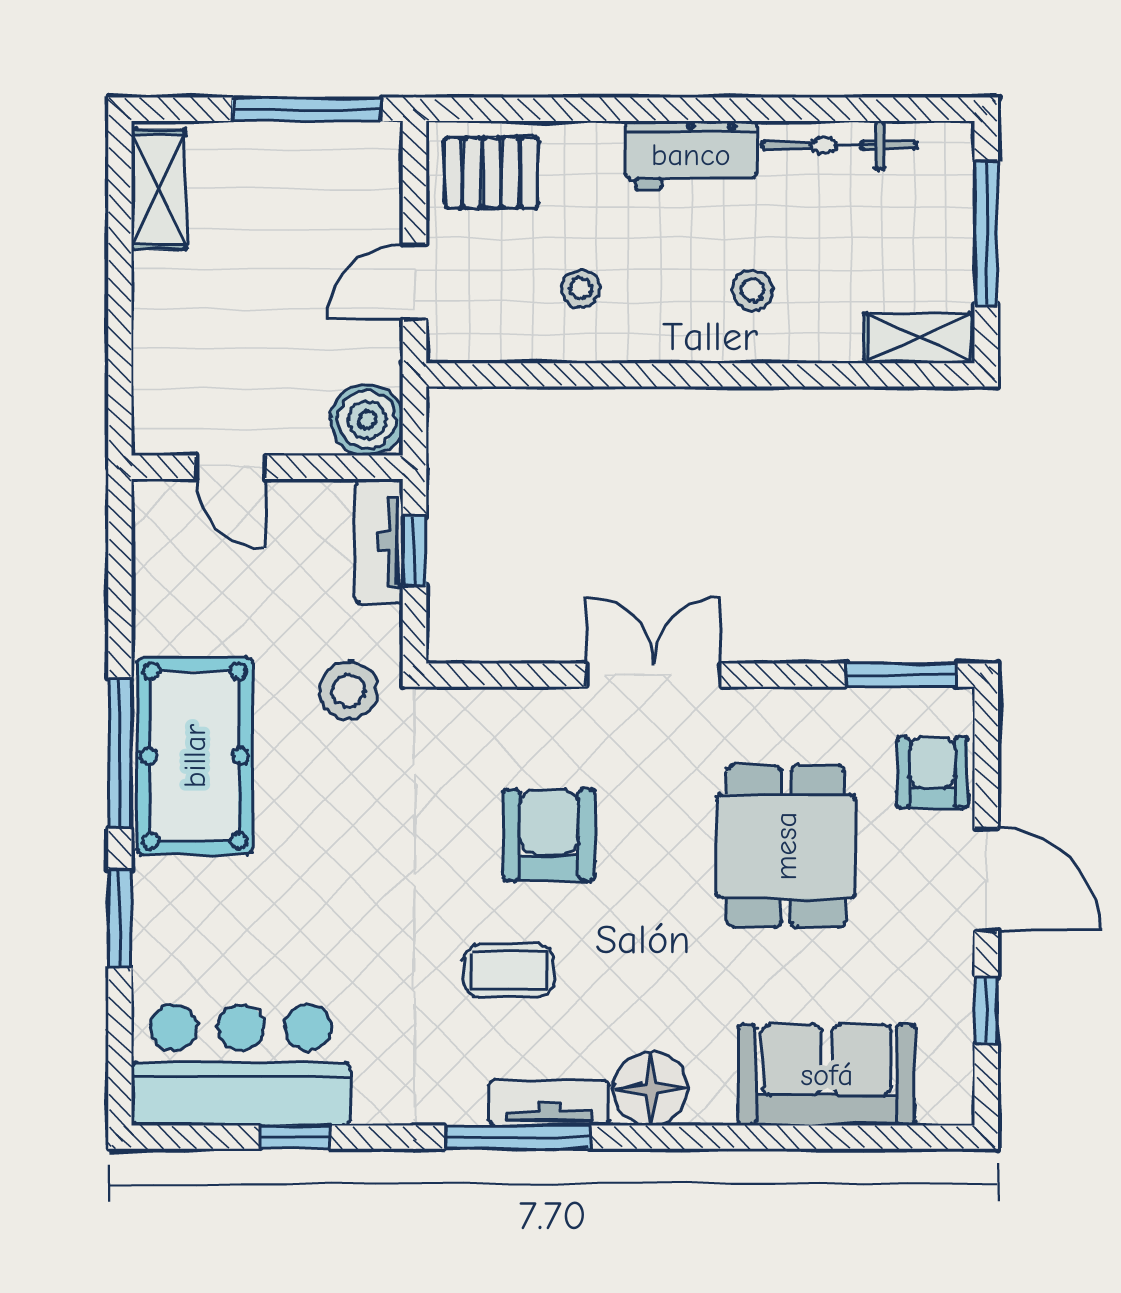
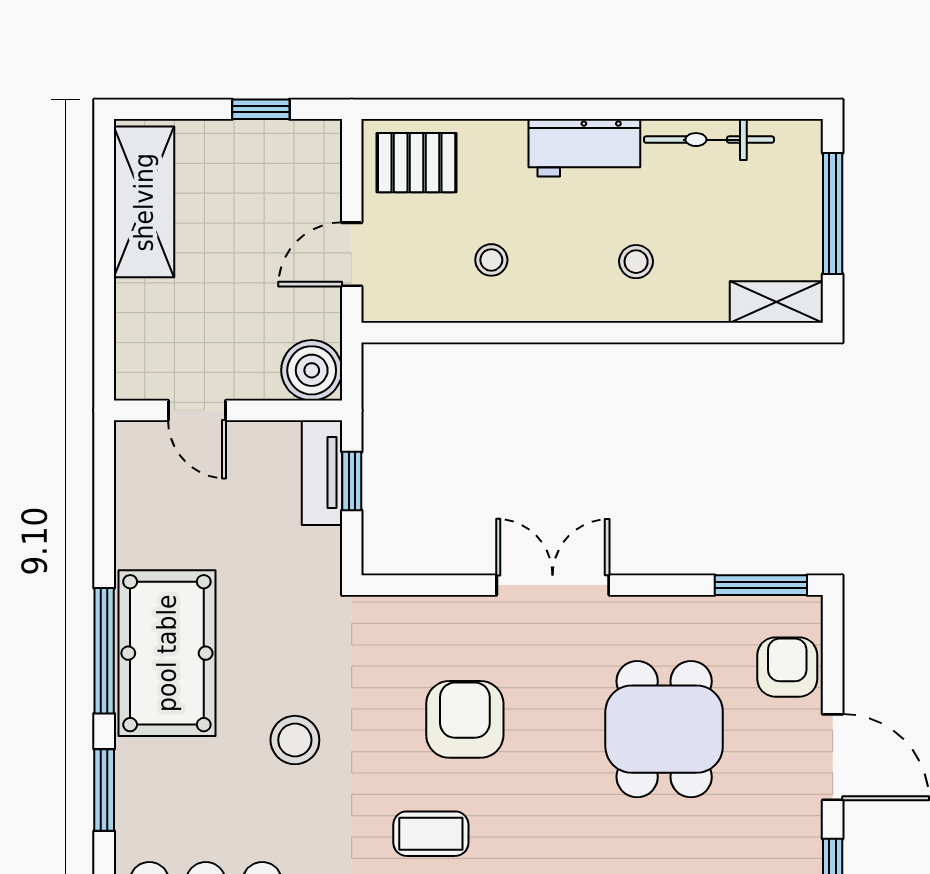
window: (306, 109) -> (261, 109), width x0.46
shelving: (158, 189) -> (144, 202), width x1.50, depth x1.33
stool: (349, 691) -> (295, 740), moved

